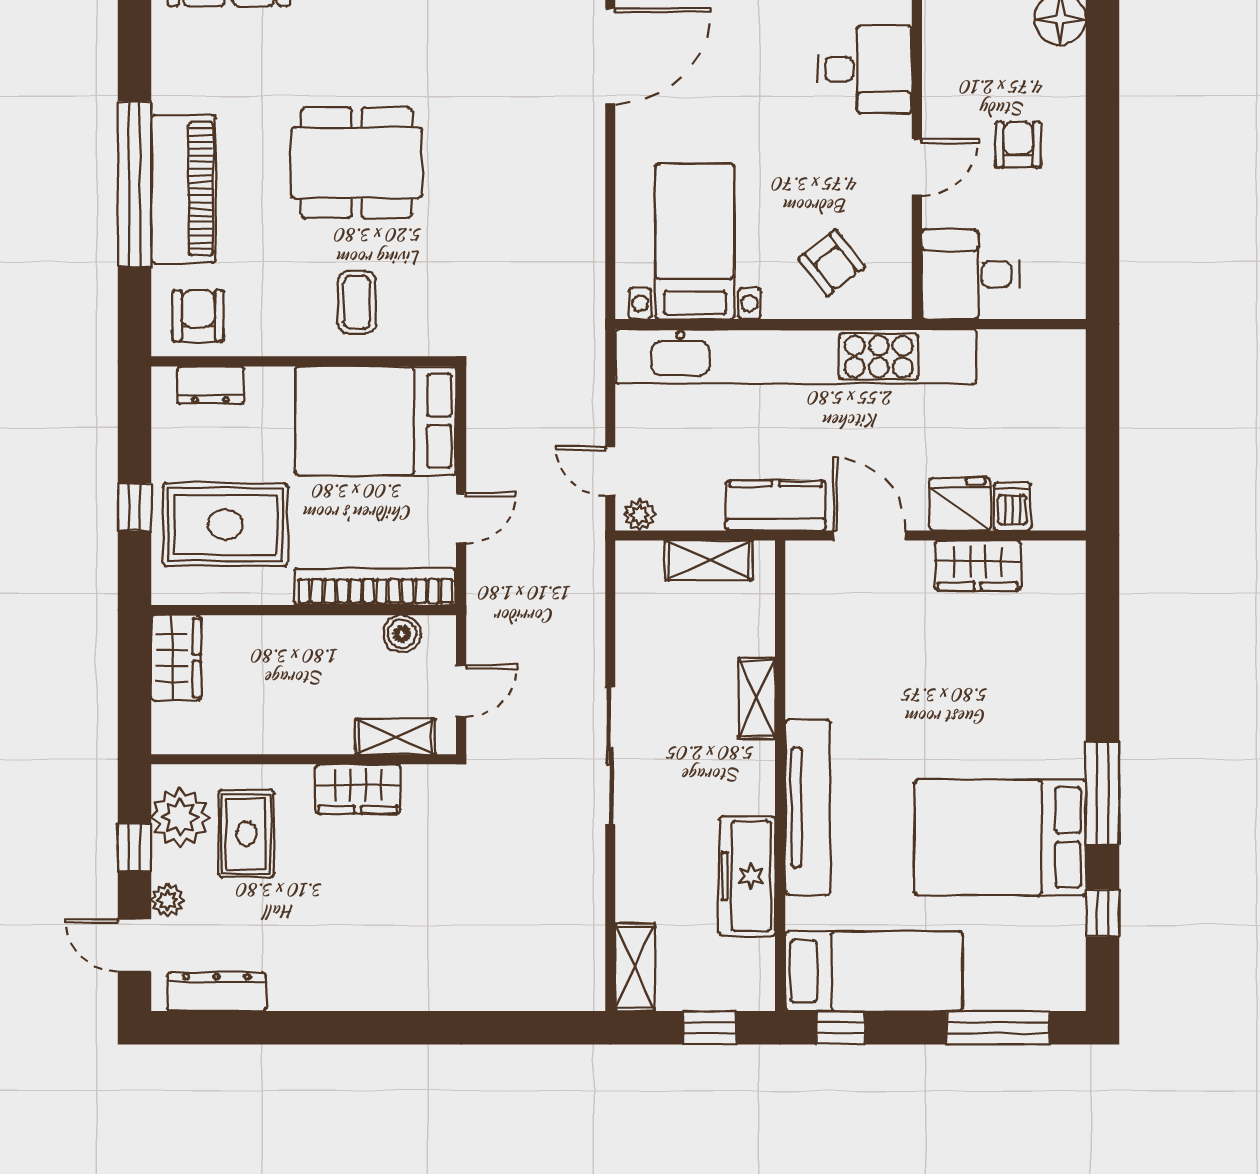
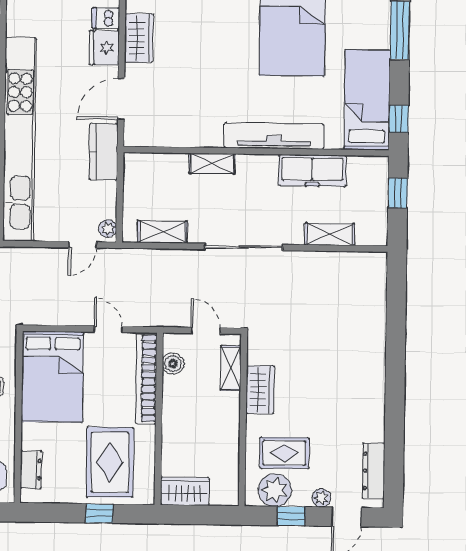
shelving: (709, 560) -> (162, 232), moved, turned 90
shelving: (635, 967) -> (330, 234), moved

